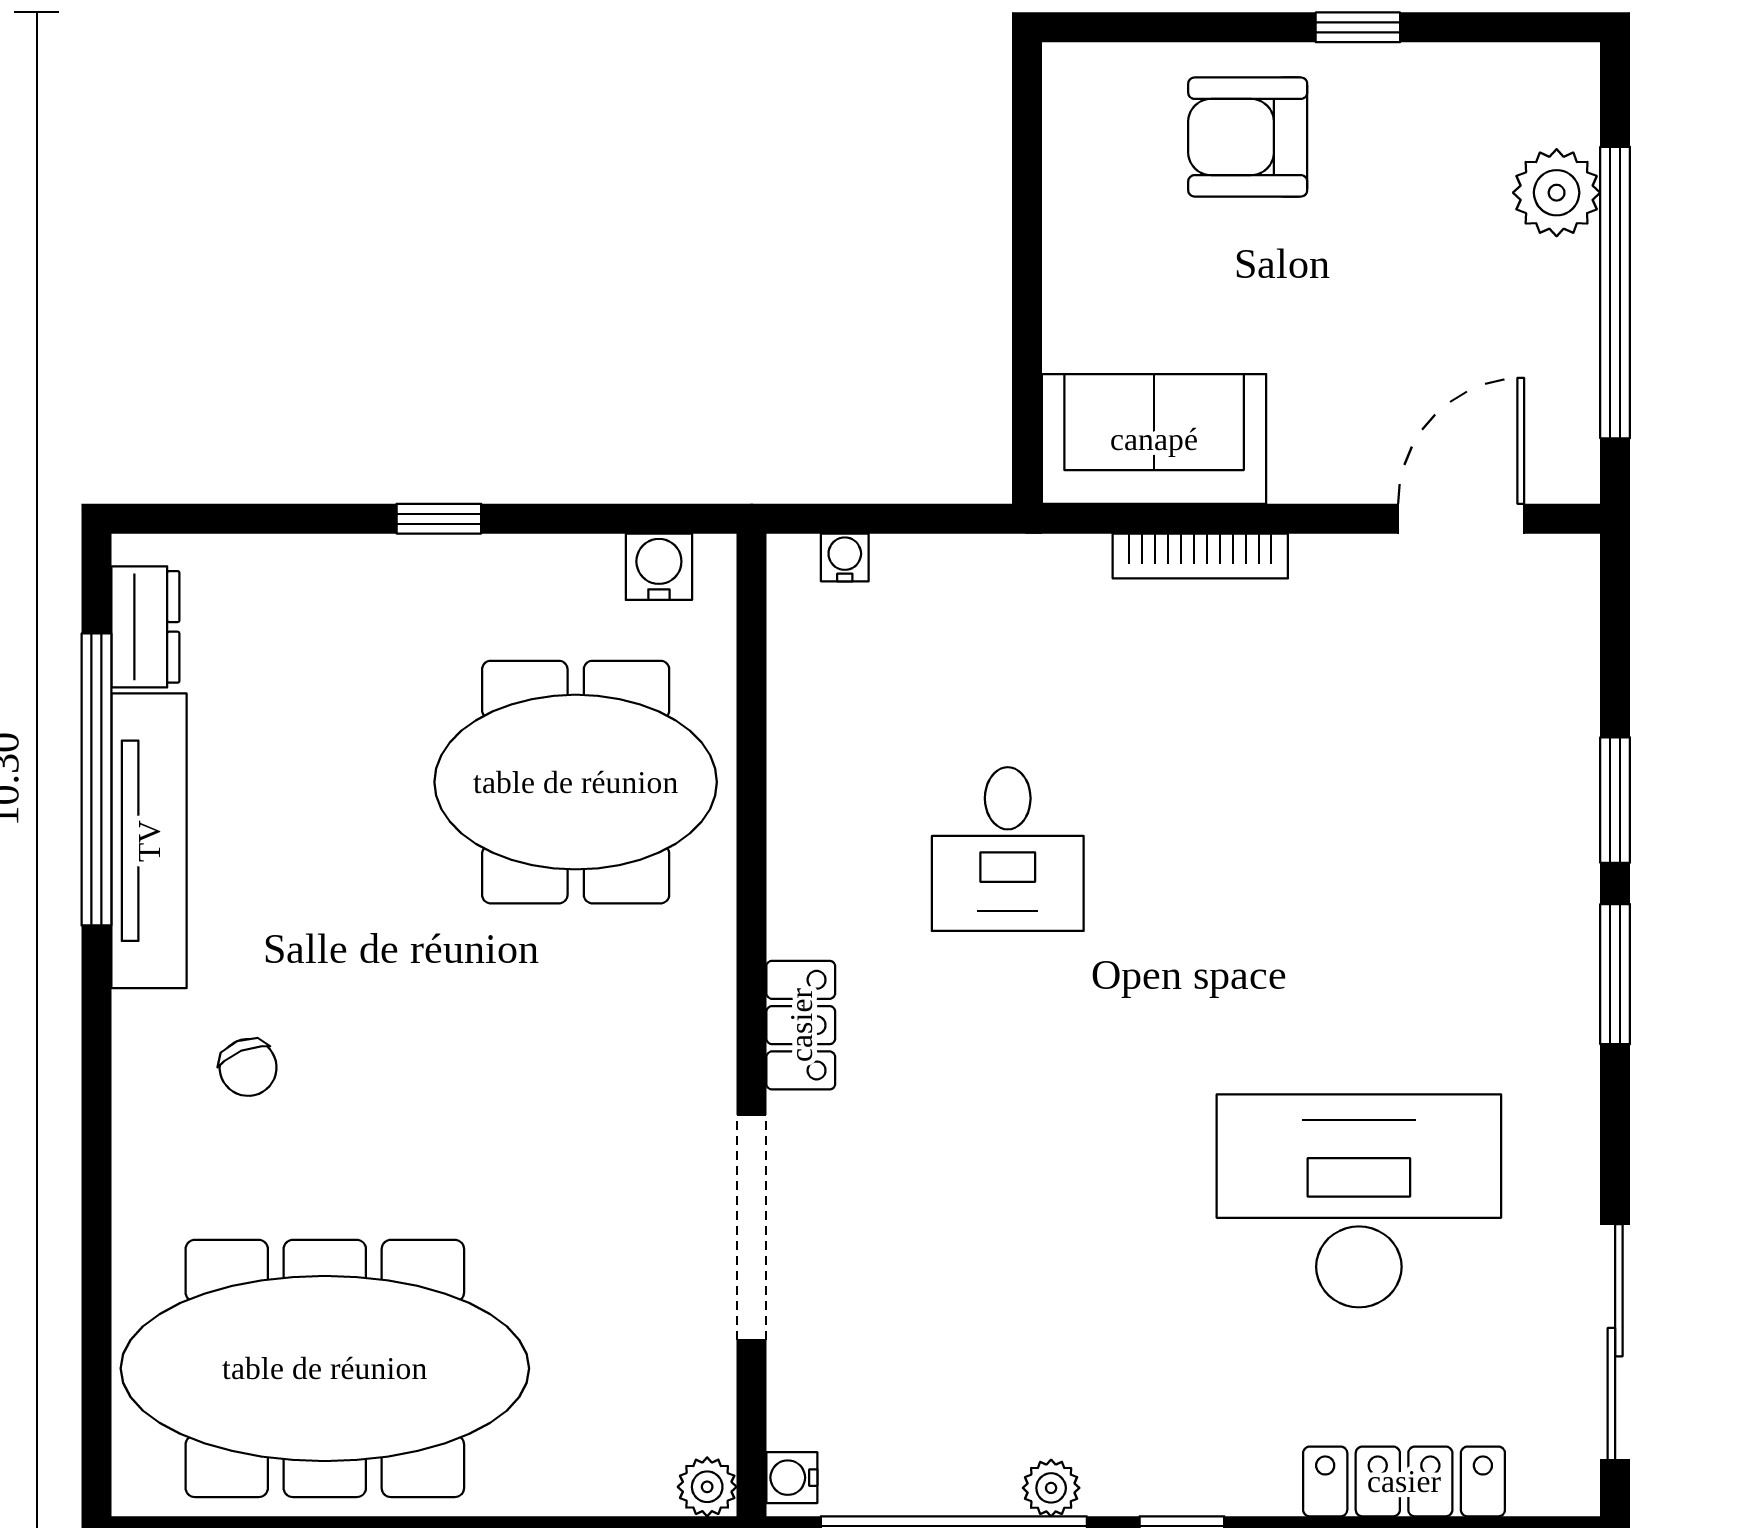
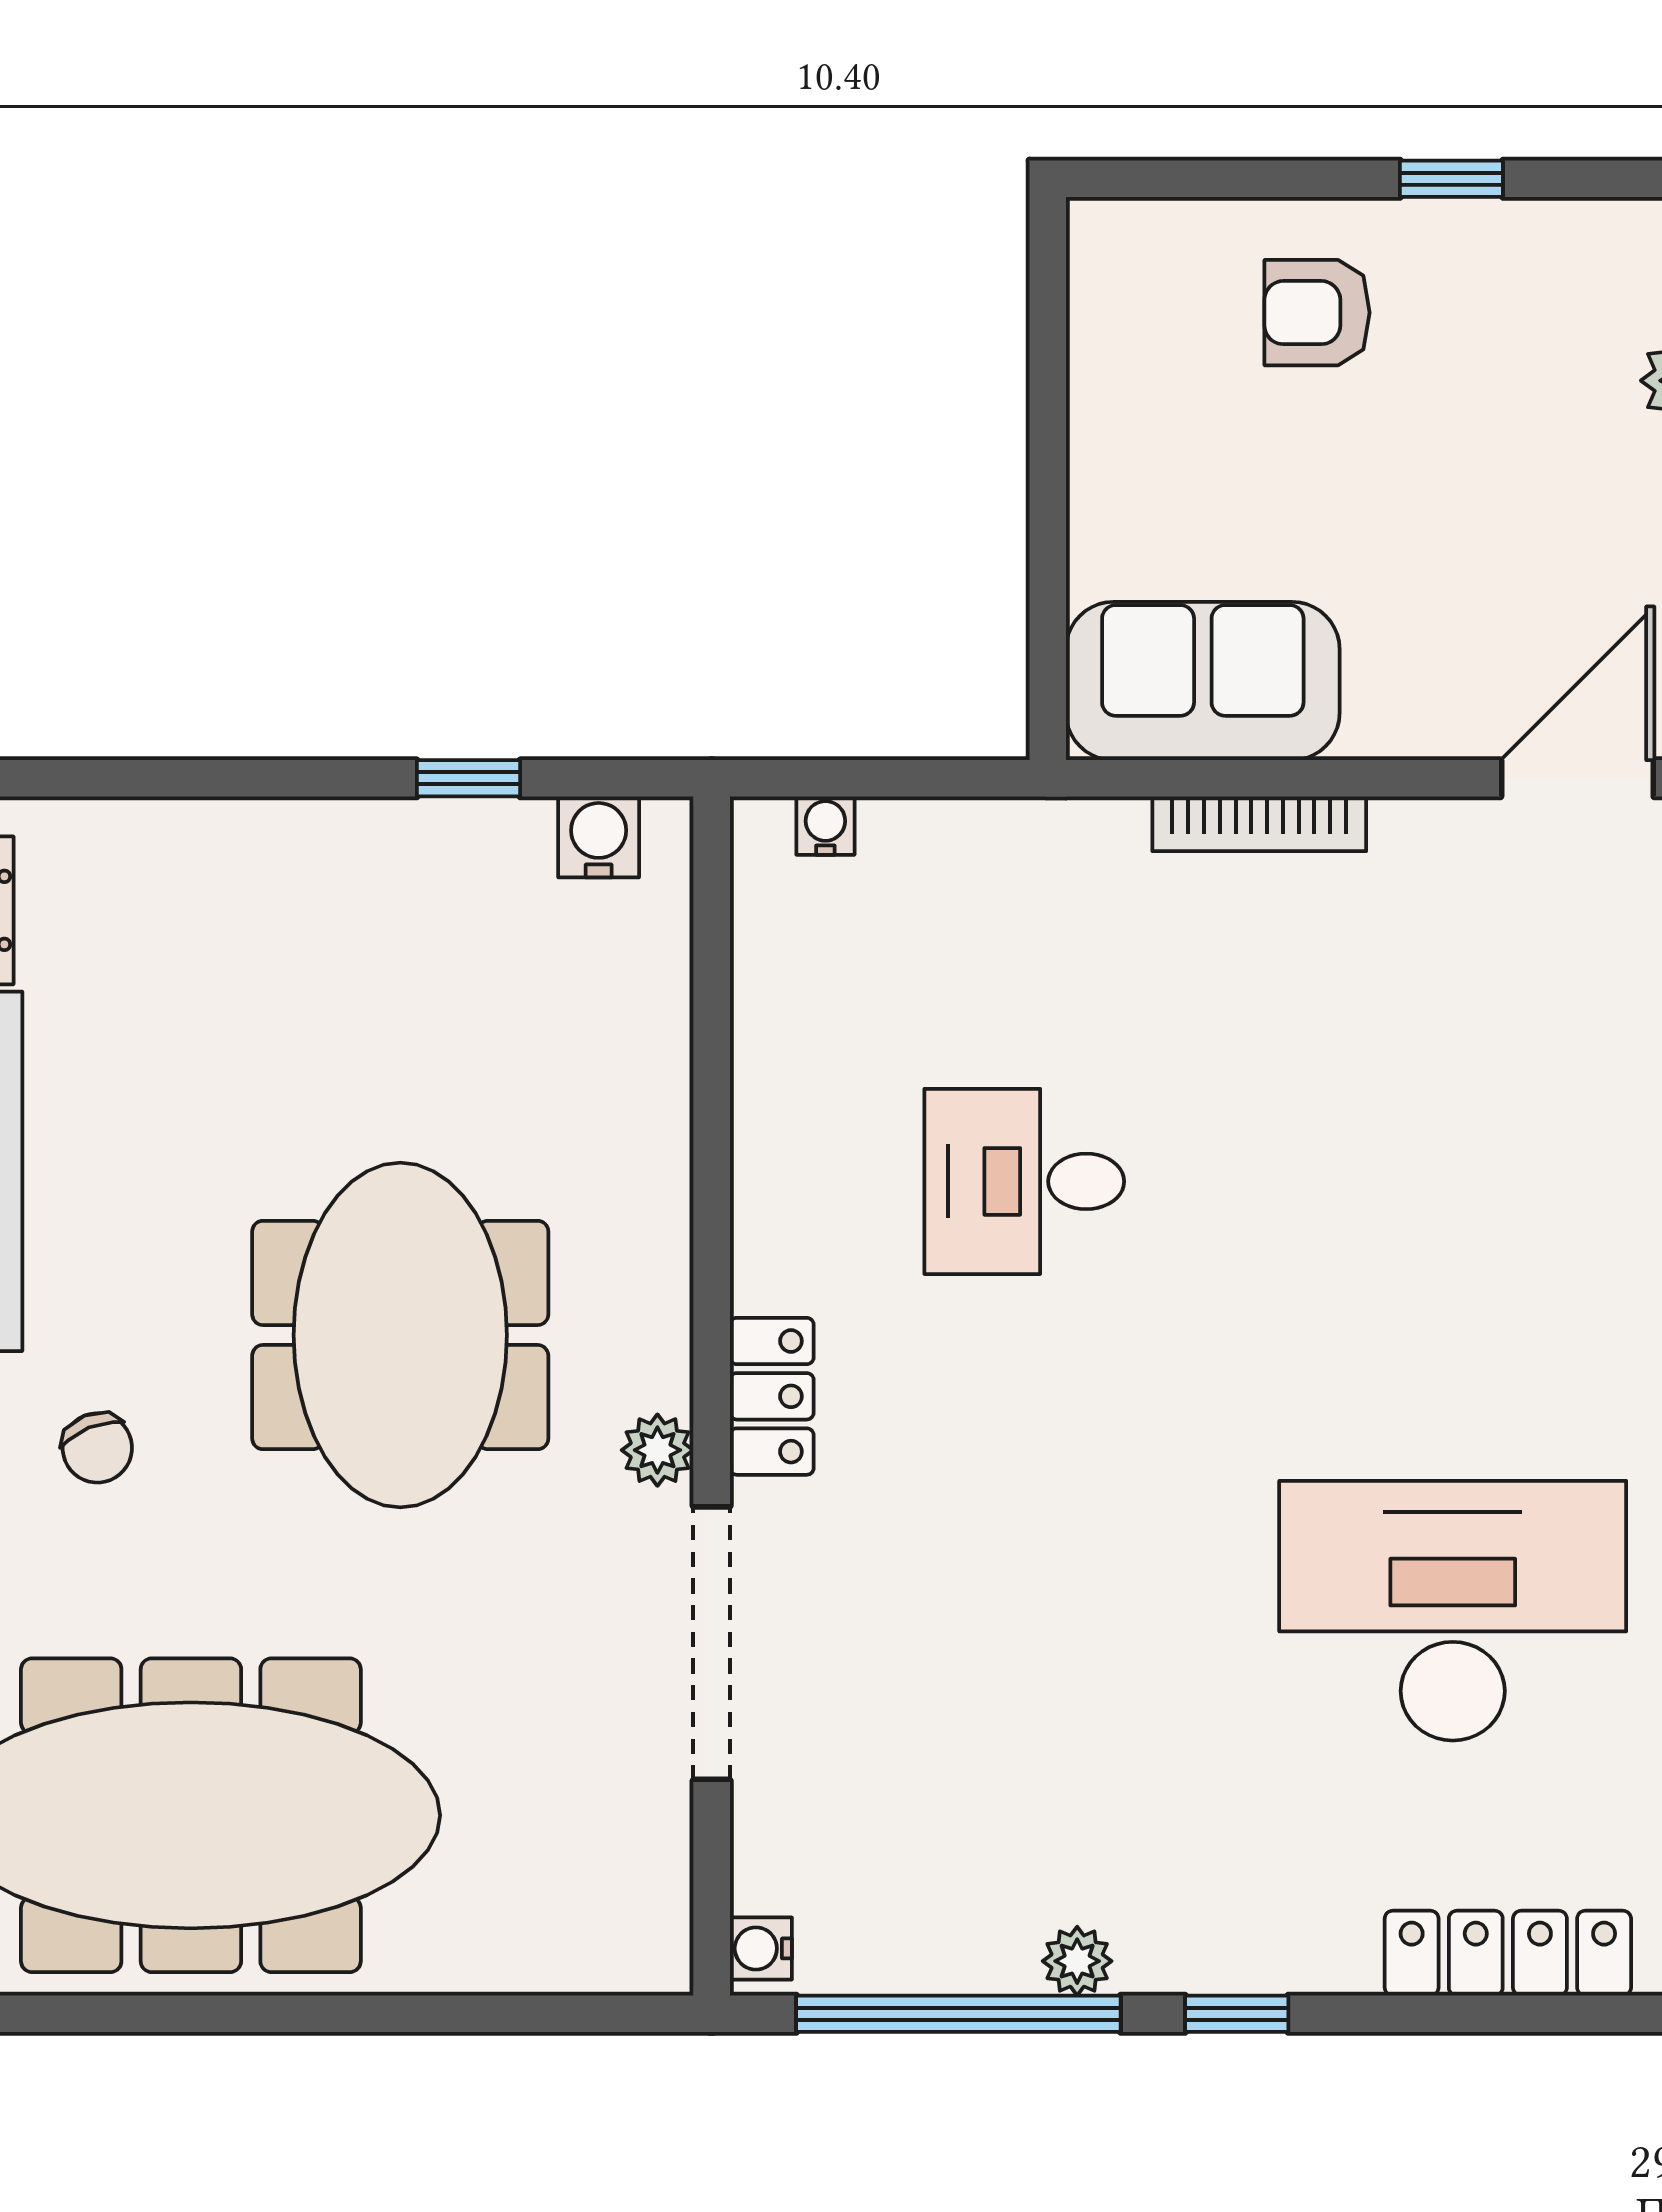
armchair: (1248, 137) -> (1317, 313), width x0.72, depth x0.72
window: (439, 519) -> (468, 778), moved
meeting table: (576, 782) -> (400, 1335), moved, turned 90
desk: (1008, 849) -> (1024, 1181), turned 90
plant: (707, 1487) -> (657, 1450), moved

